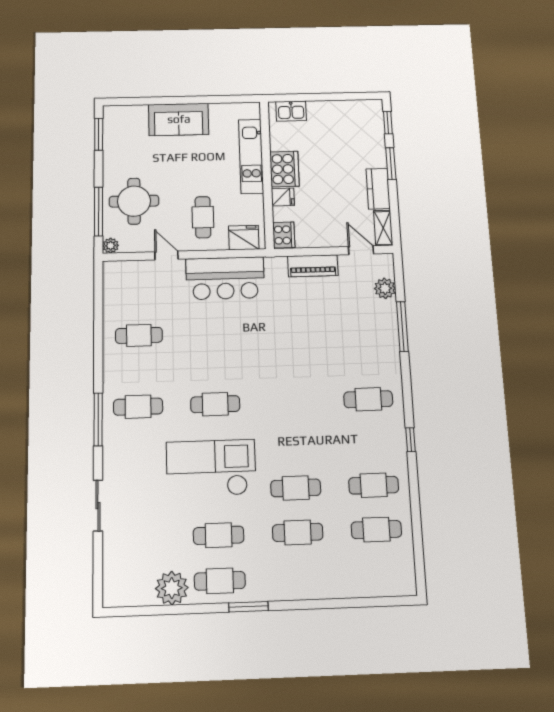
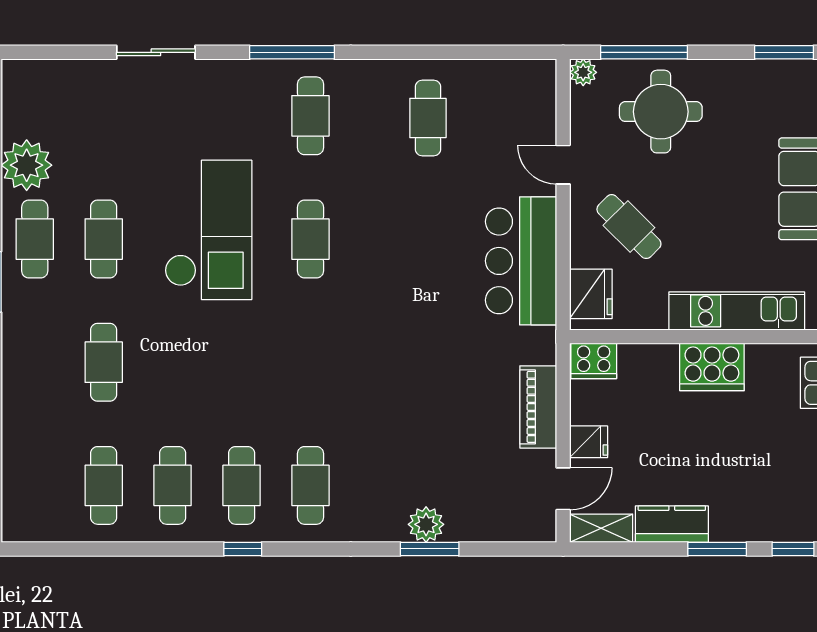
fridge: (283, 197) -> (589, 442), moved, turned -90
cafe table: (203, 217) -> (629, 227), turned 45
door: (166, 256) -> (563, 165), swing flipped
plant: (385, 288) -> (426, 524), moved
window: (402, 326) -> (430, 549), width x0.69
cafe table: (296, 488) -> (242, 485), moved

